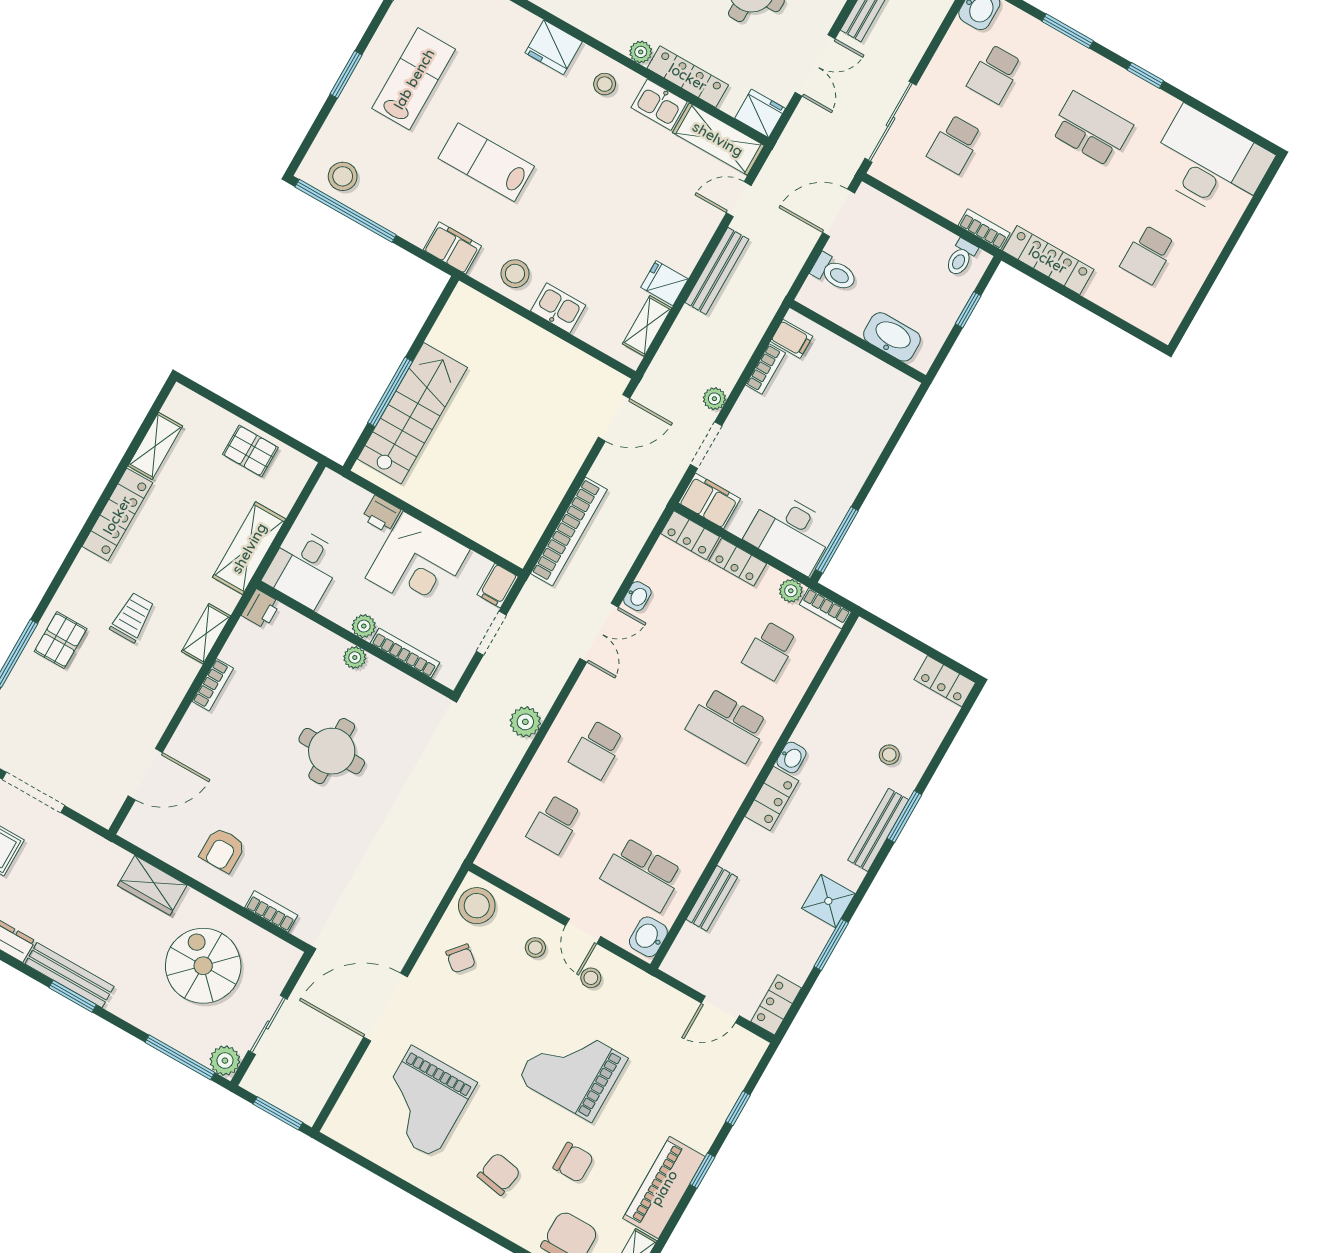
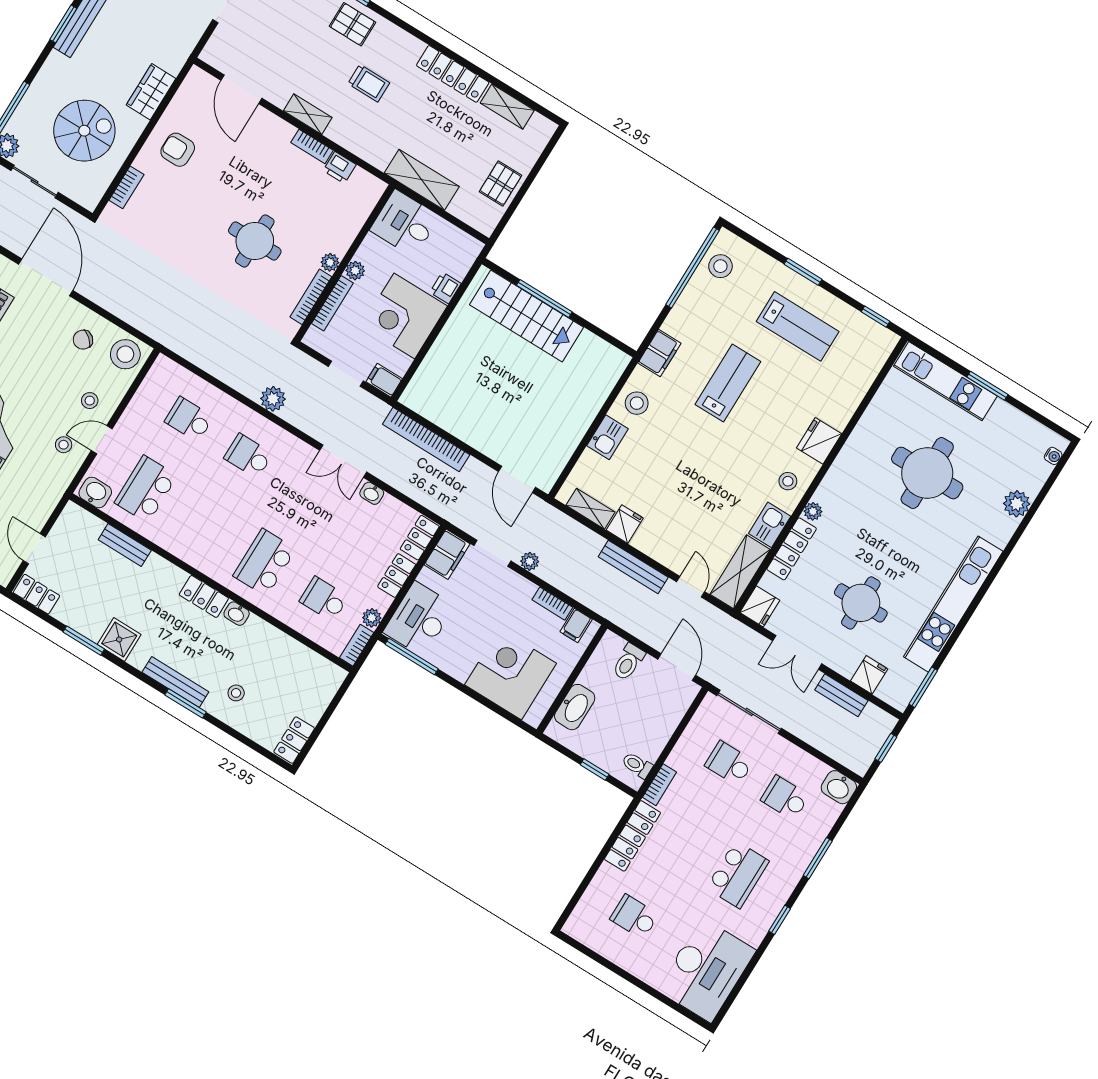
corner desk: (854, 417) -> (510, 674), added
printer: (261, 609) -> (340, 168), moved
shelving: (206, 634) -> (308, 114), moved
bookcase: (398, 680) -> (311, 297), added

